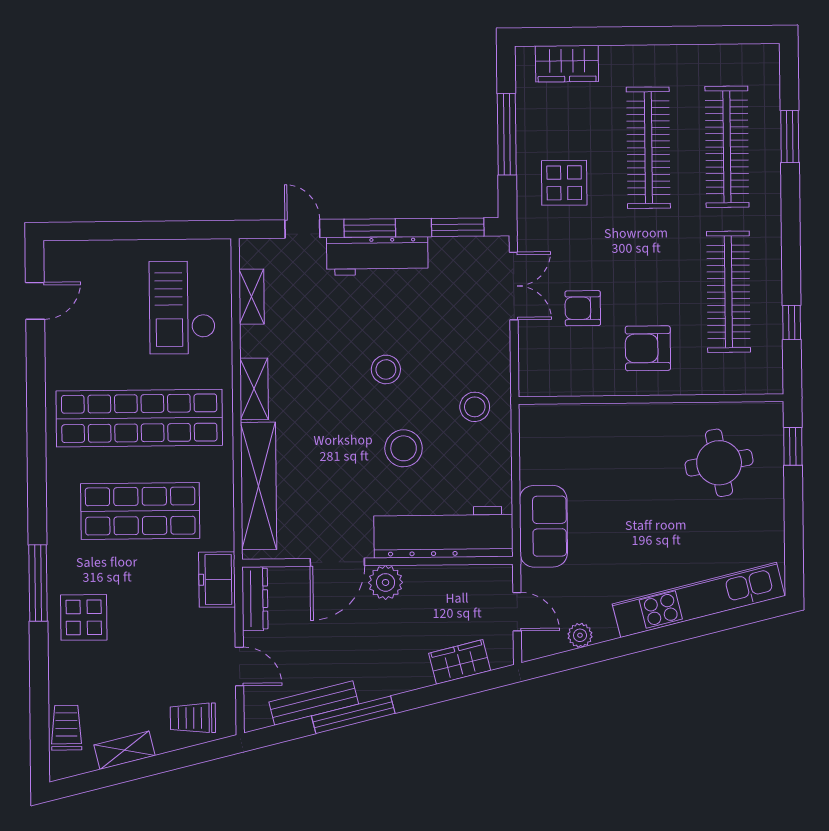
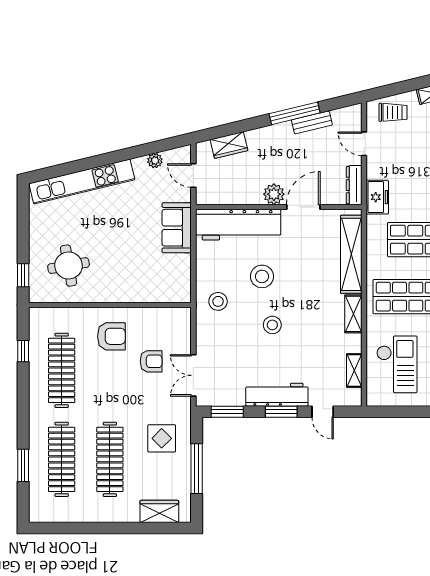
bench: (314, 703) -> (312, 122), width x0.73

